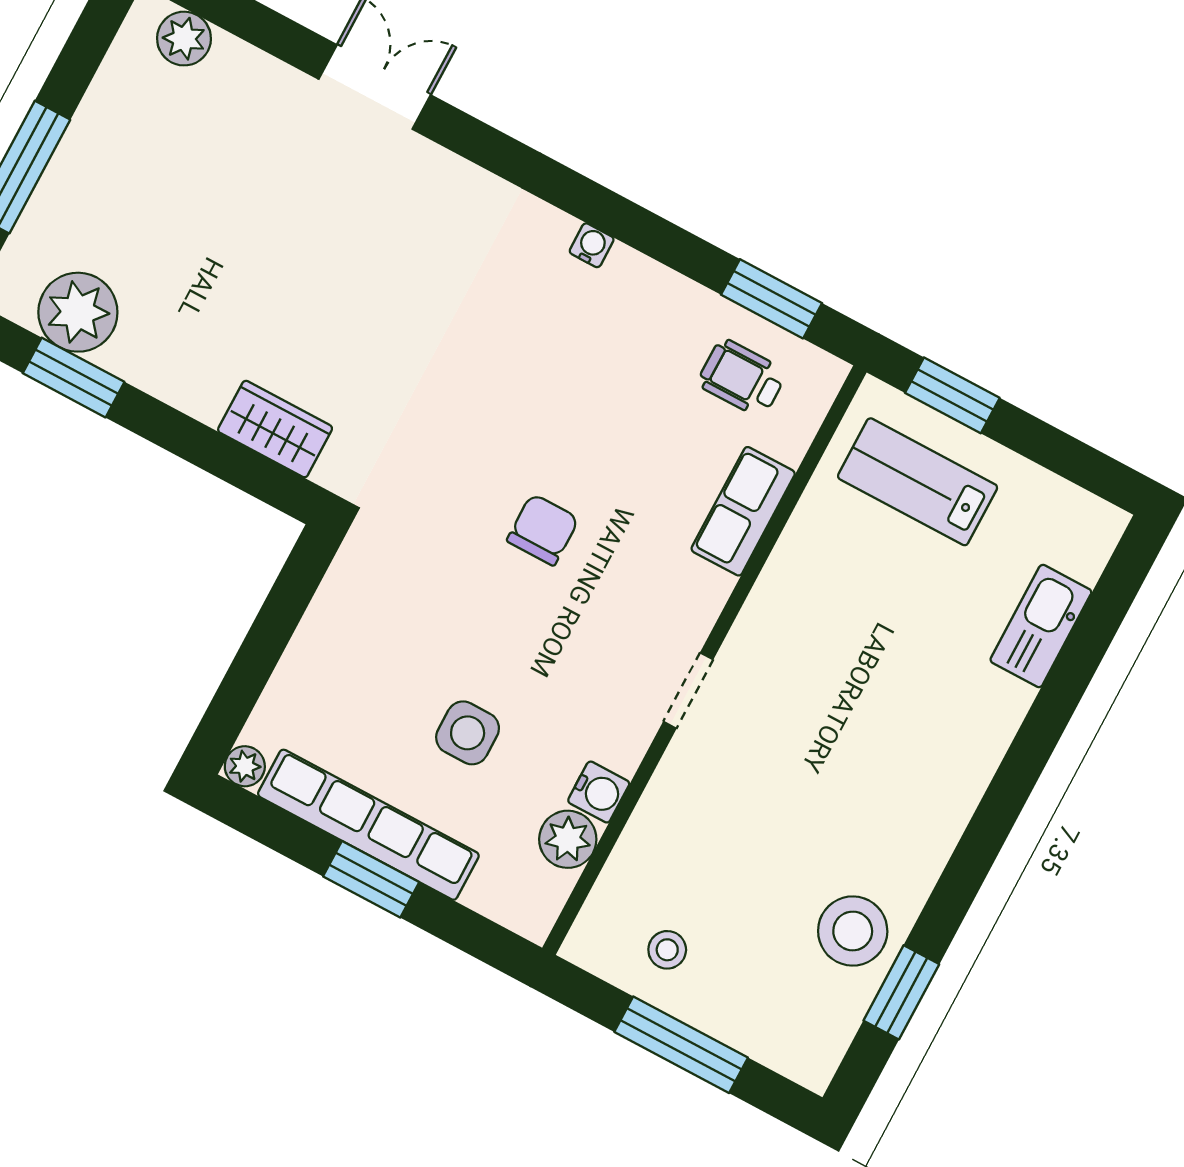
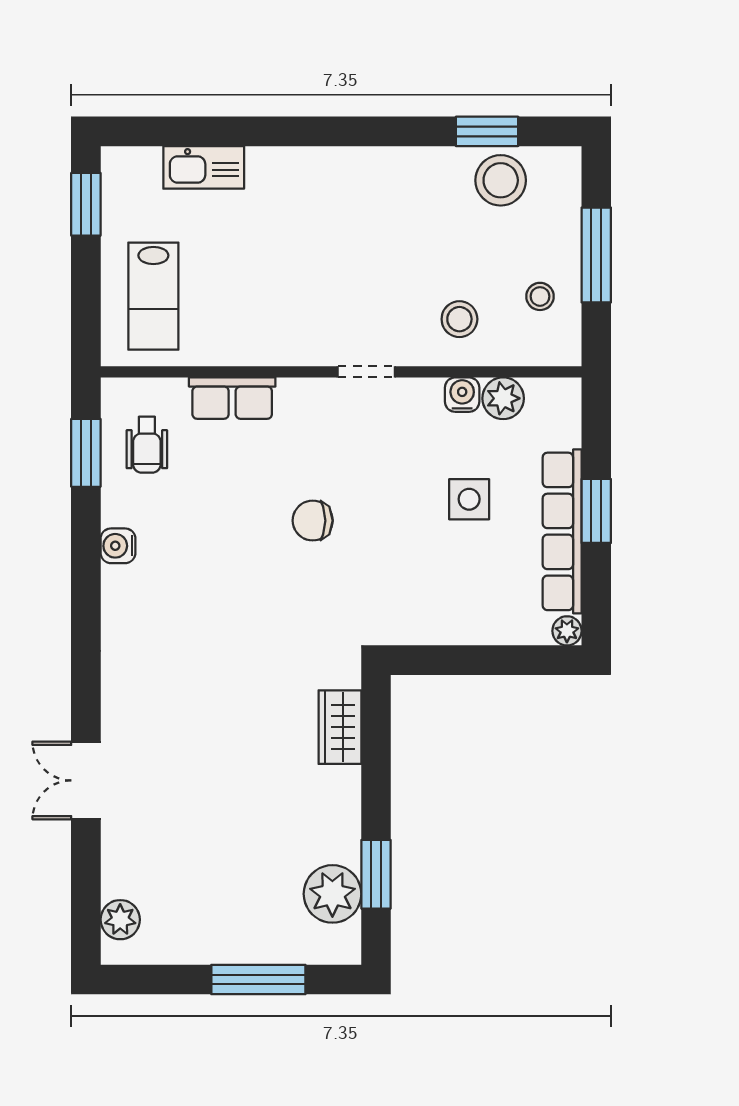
water cooler: (592, 245) -> (118, 546), moved, width x1.38, depth x1.38
window: (952, 395) -> (86, 204), moved
stool: (692, 838) -> (459, 319), added
stool: (853, 931) -> (501, 180), moved

